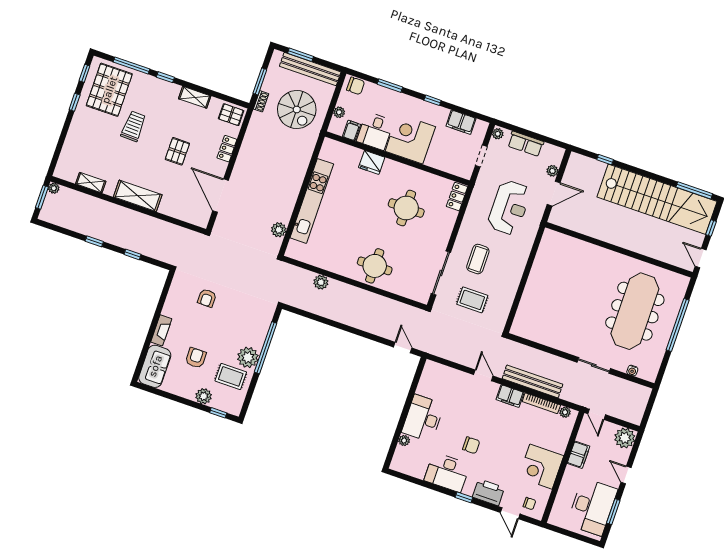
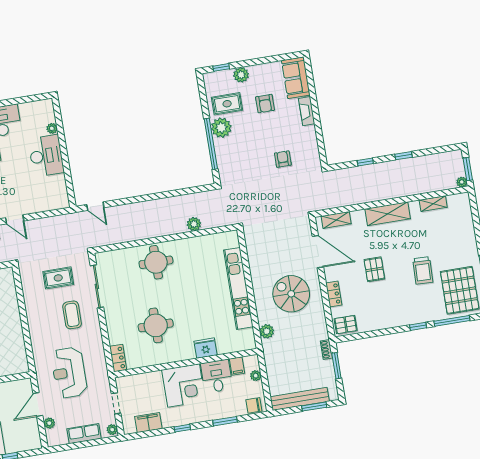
shelving: (195, 97) -> (336, 220), moved
spiral stairs: (297, 110) -> (291, 294), moved
plant: (279, 230) -> (267, 331), moved

